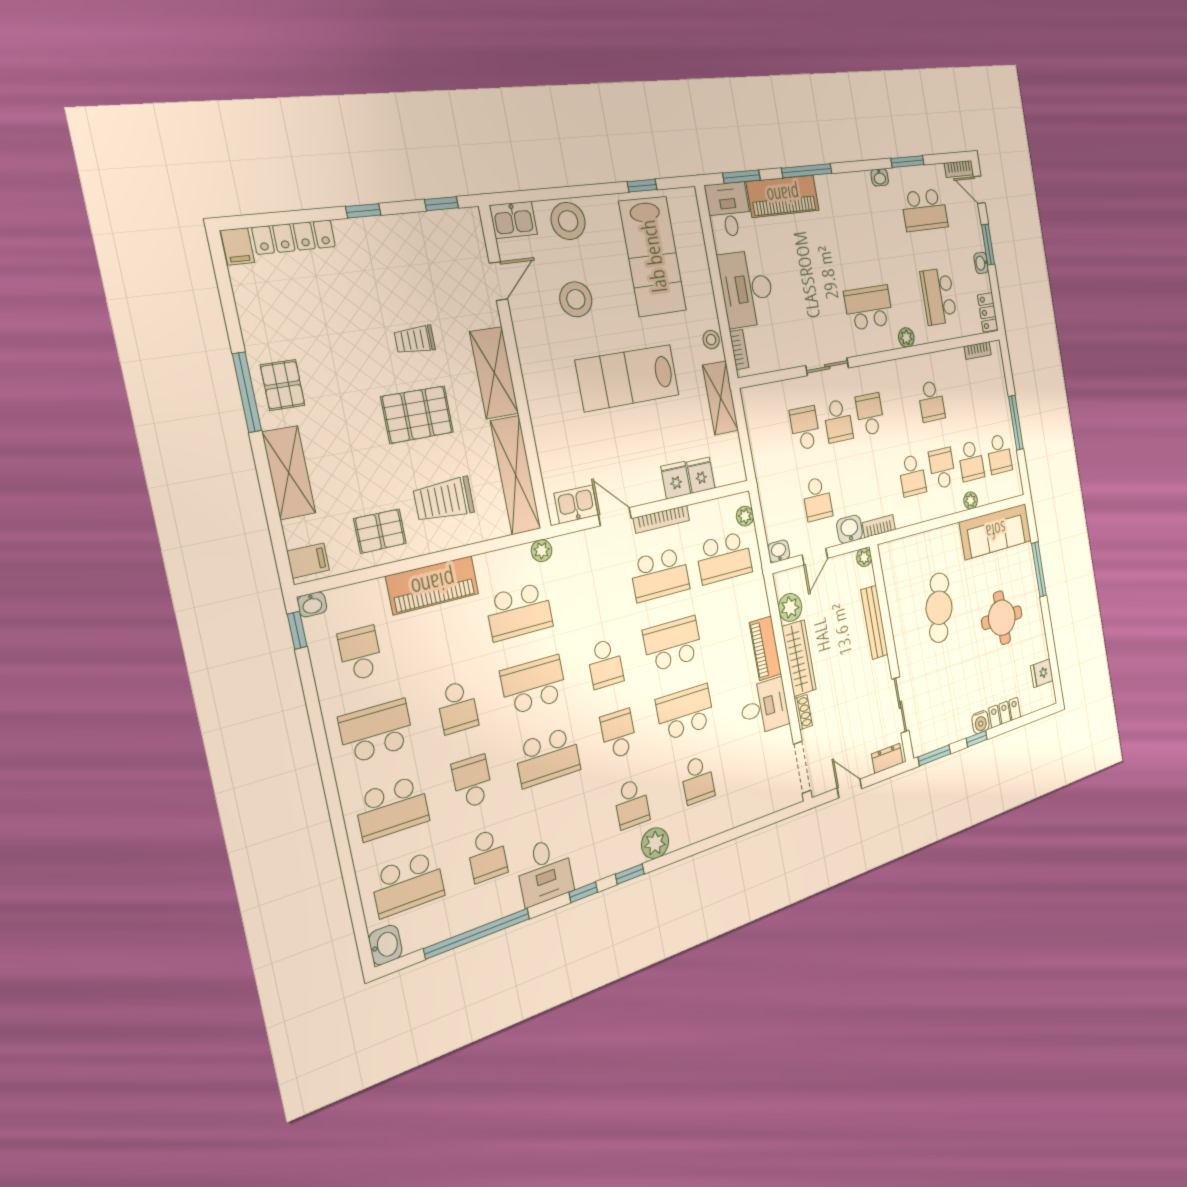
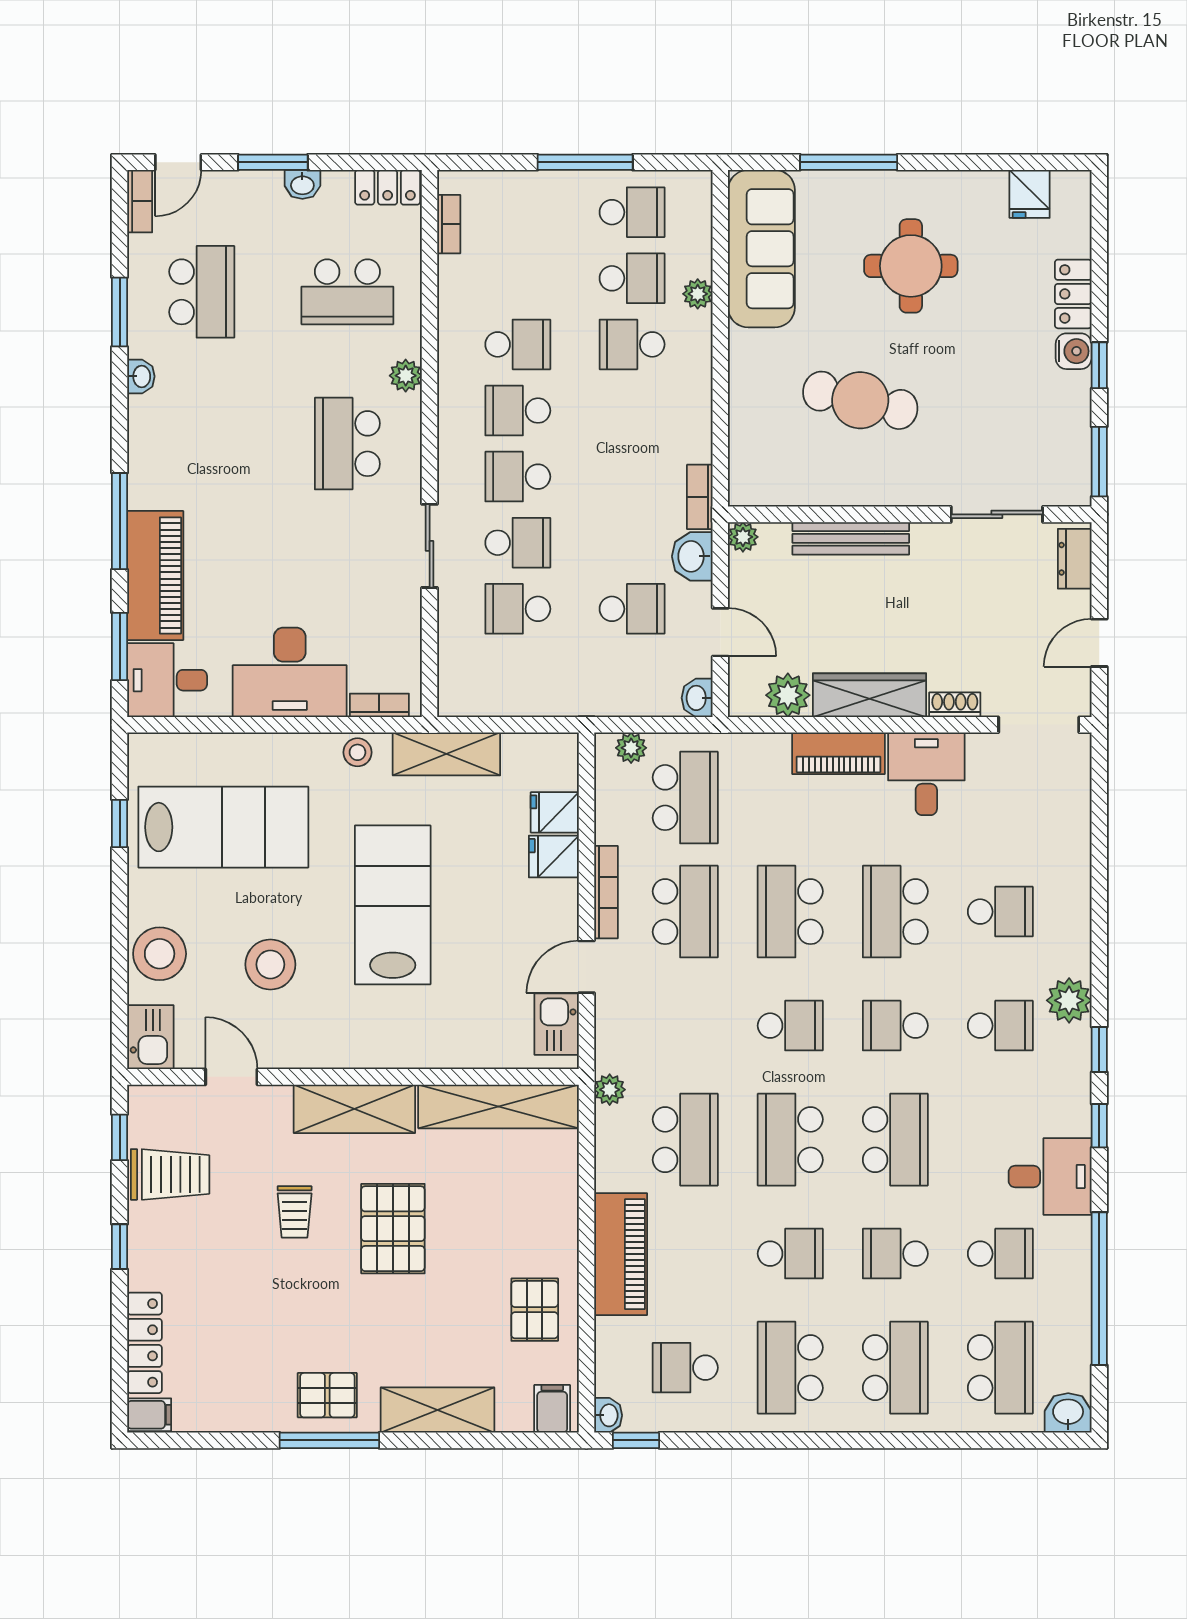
lab bench: (628, 378) -> (393, 905), turned 180
school desk: (912, 476) -> (518, 411), moved, turned 180
trolley: (444, 500) -> (170, 1174), moved, turned -90

